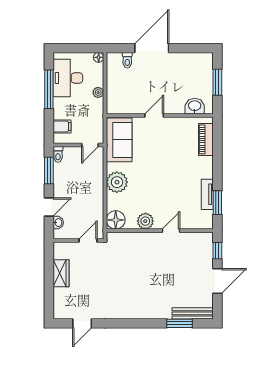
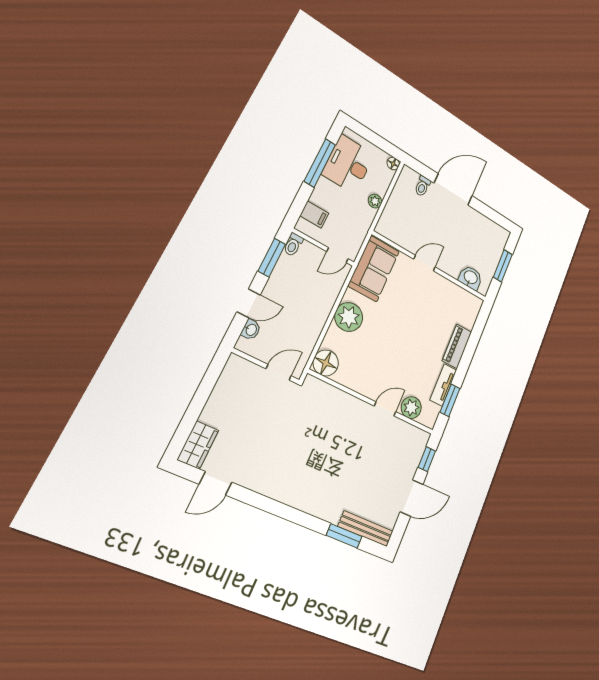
piano: (206, 139) -> (457, 346), moved
plant: (145, 221) -> (411, 408), moved
wardrobe: (61, 273) -> (198, 445), moved

